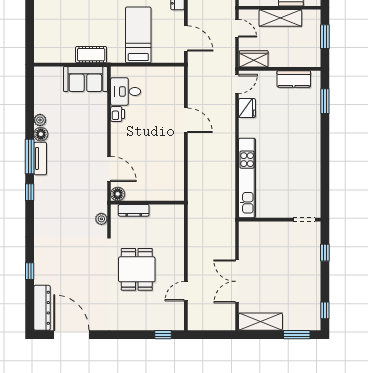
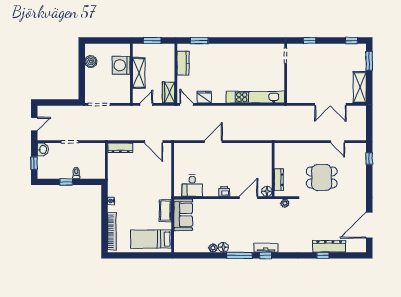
bed: (138, 35) -> (151, 239), moved
door: (186, 38) -> (154, 142), swing flipped
printer: (118, 114) -> (224, 191), moved
tv unit: (40, 158) -> (266, 248), moved
dresser: (42, 308) -> (329, 246), moved

